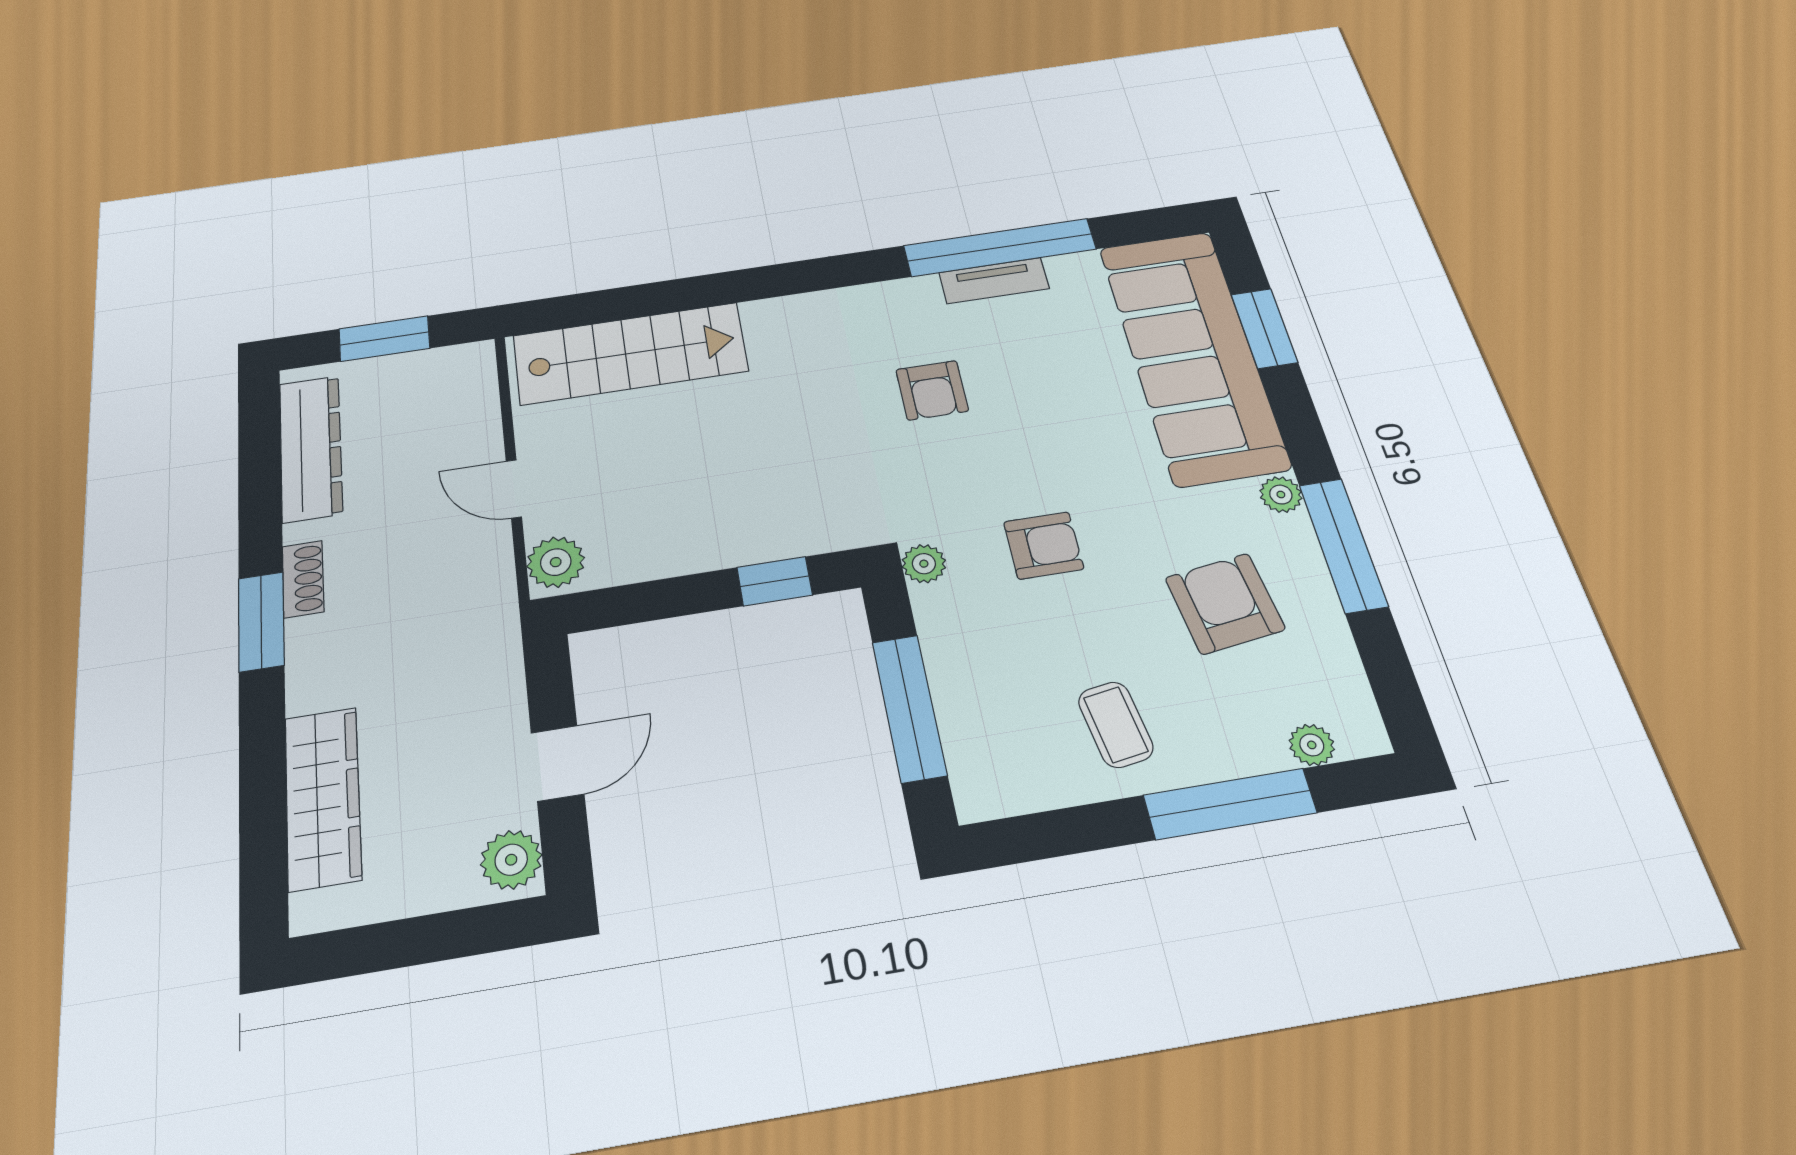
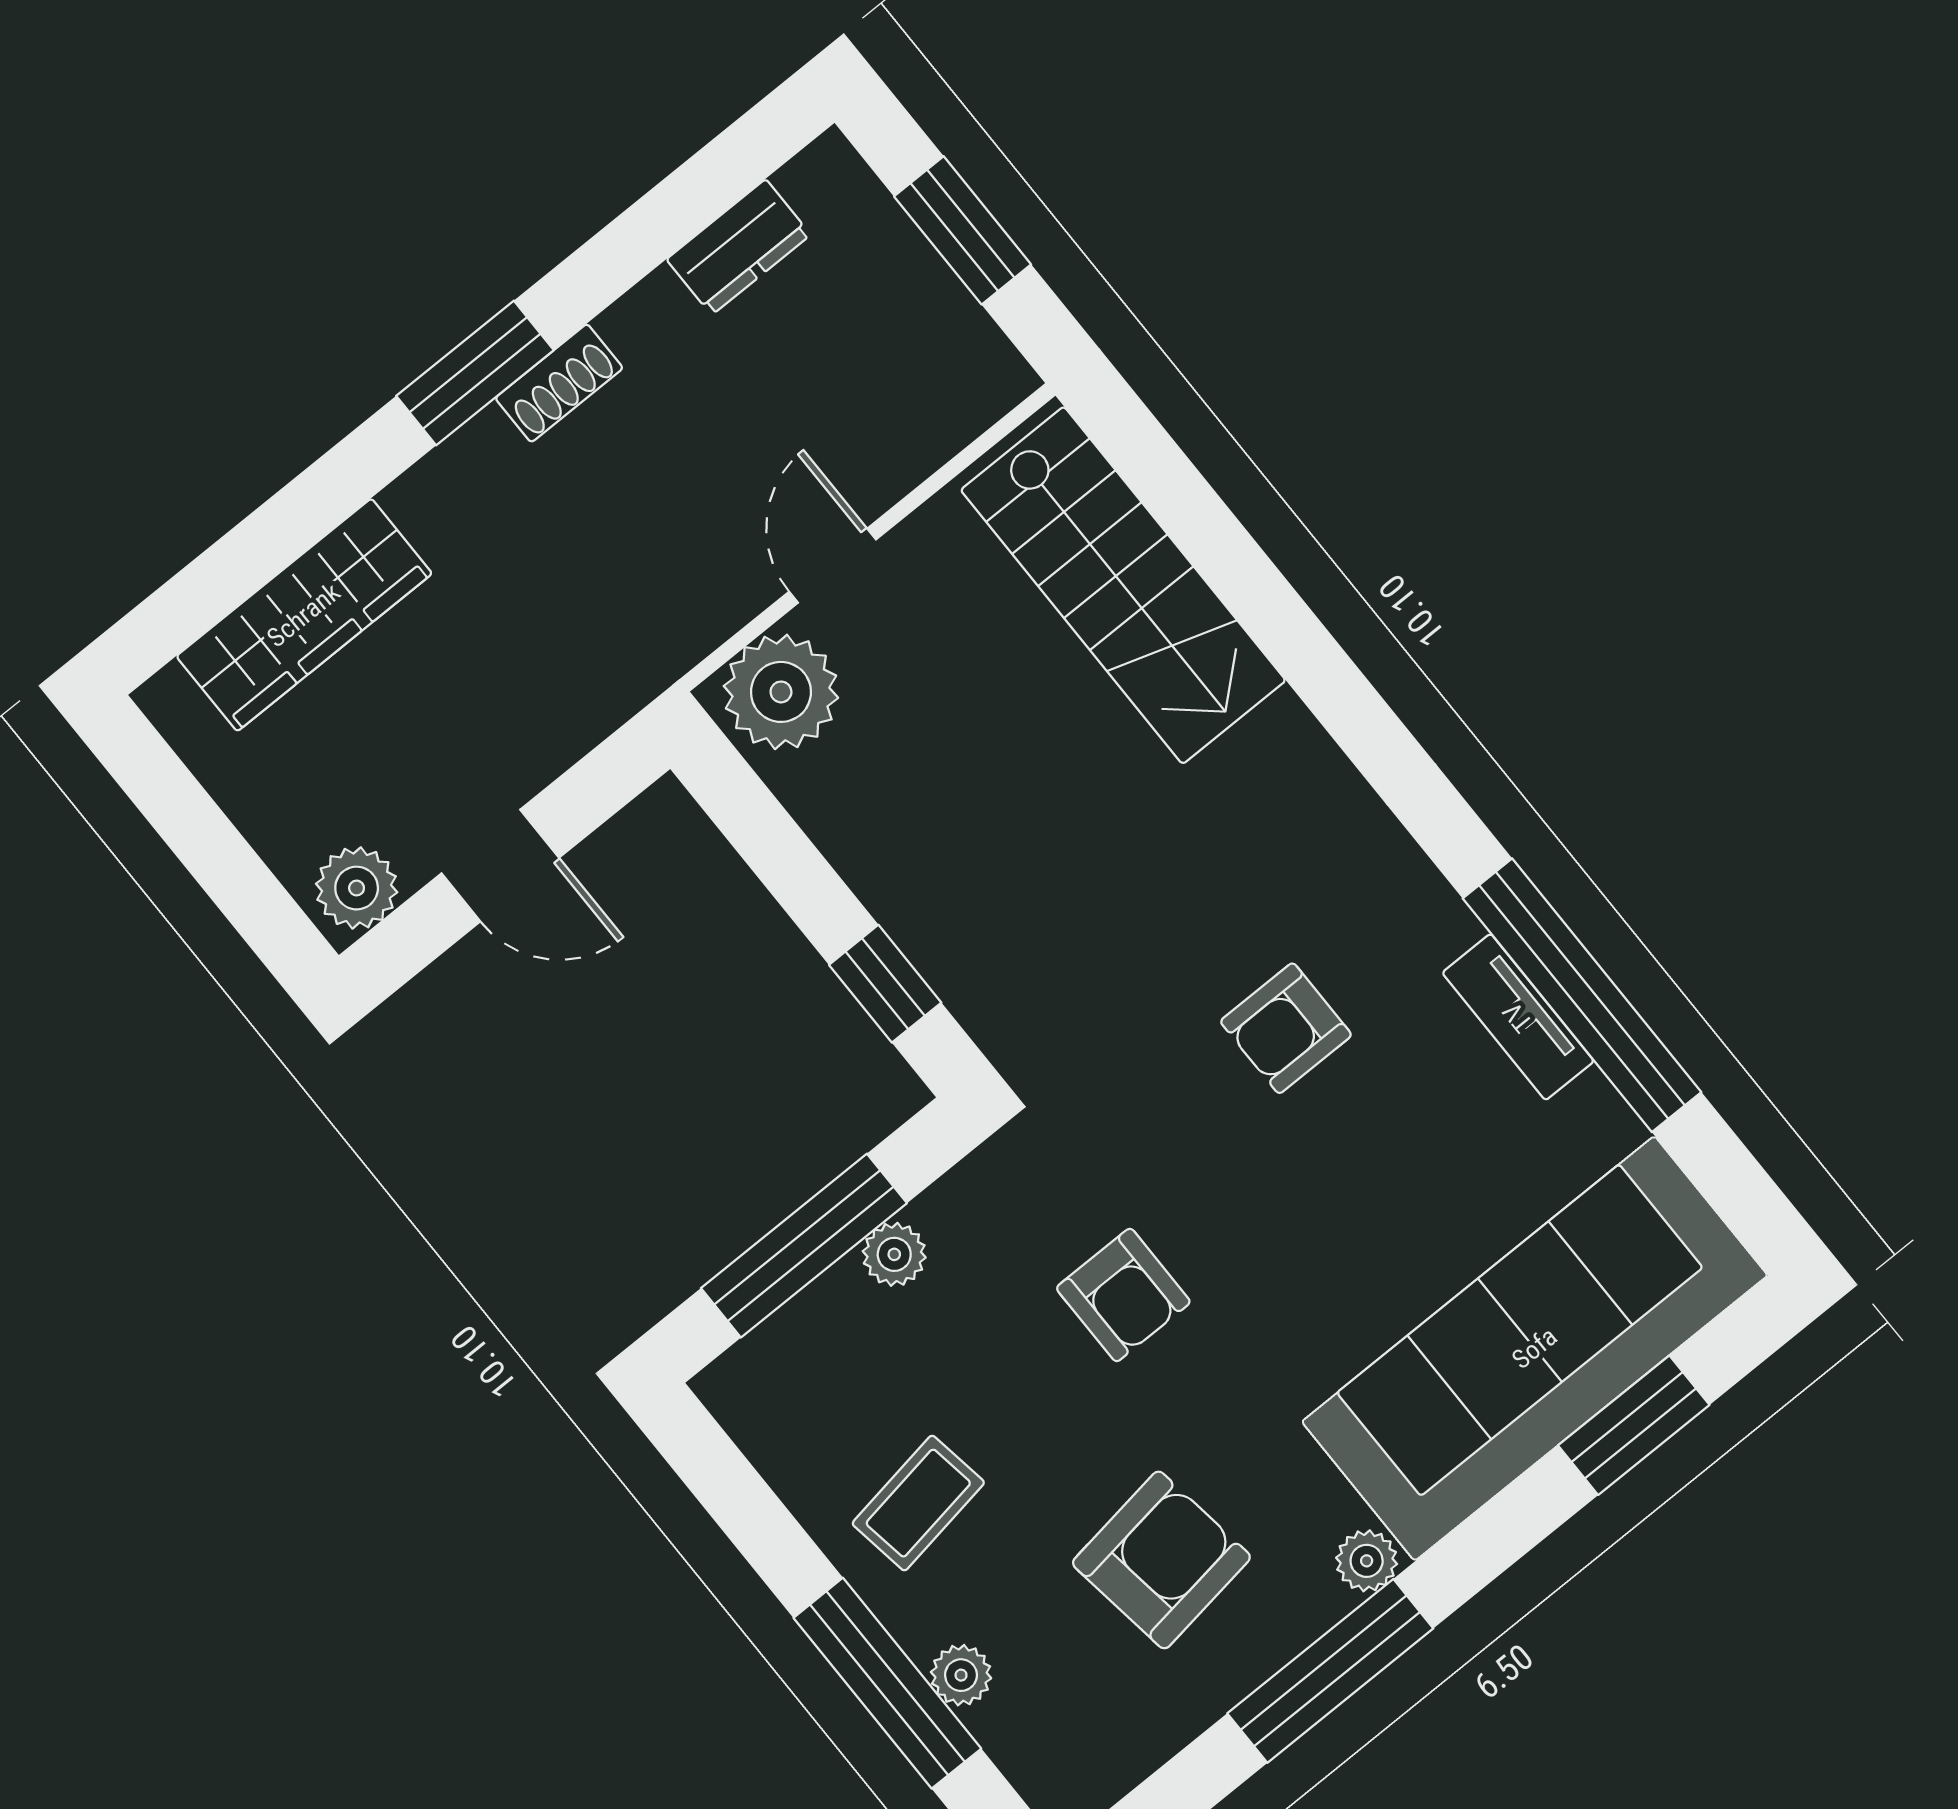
dresser: (311, 448) -> (739, 247), width x0.51, depth x0.80
plant: (556, 562) -> (781, 692), width x1.36, depth x1.36
plant: (924, 564) -> (894, 1254), moved
plant: (1312, 745) -> (961, 1675), moved

